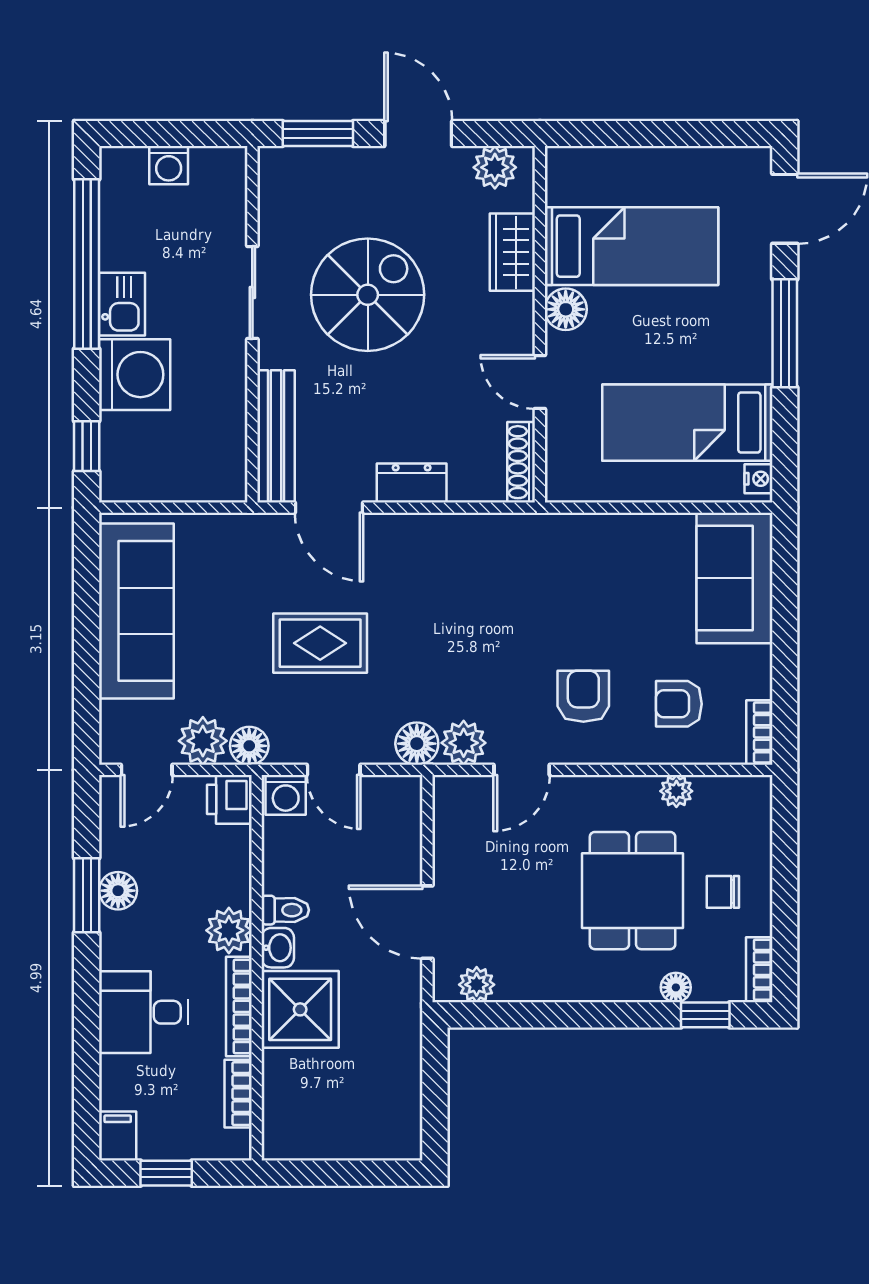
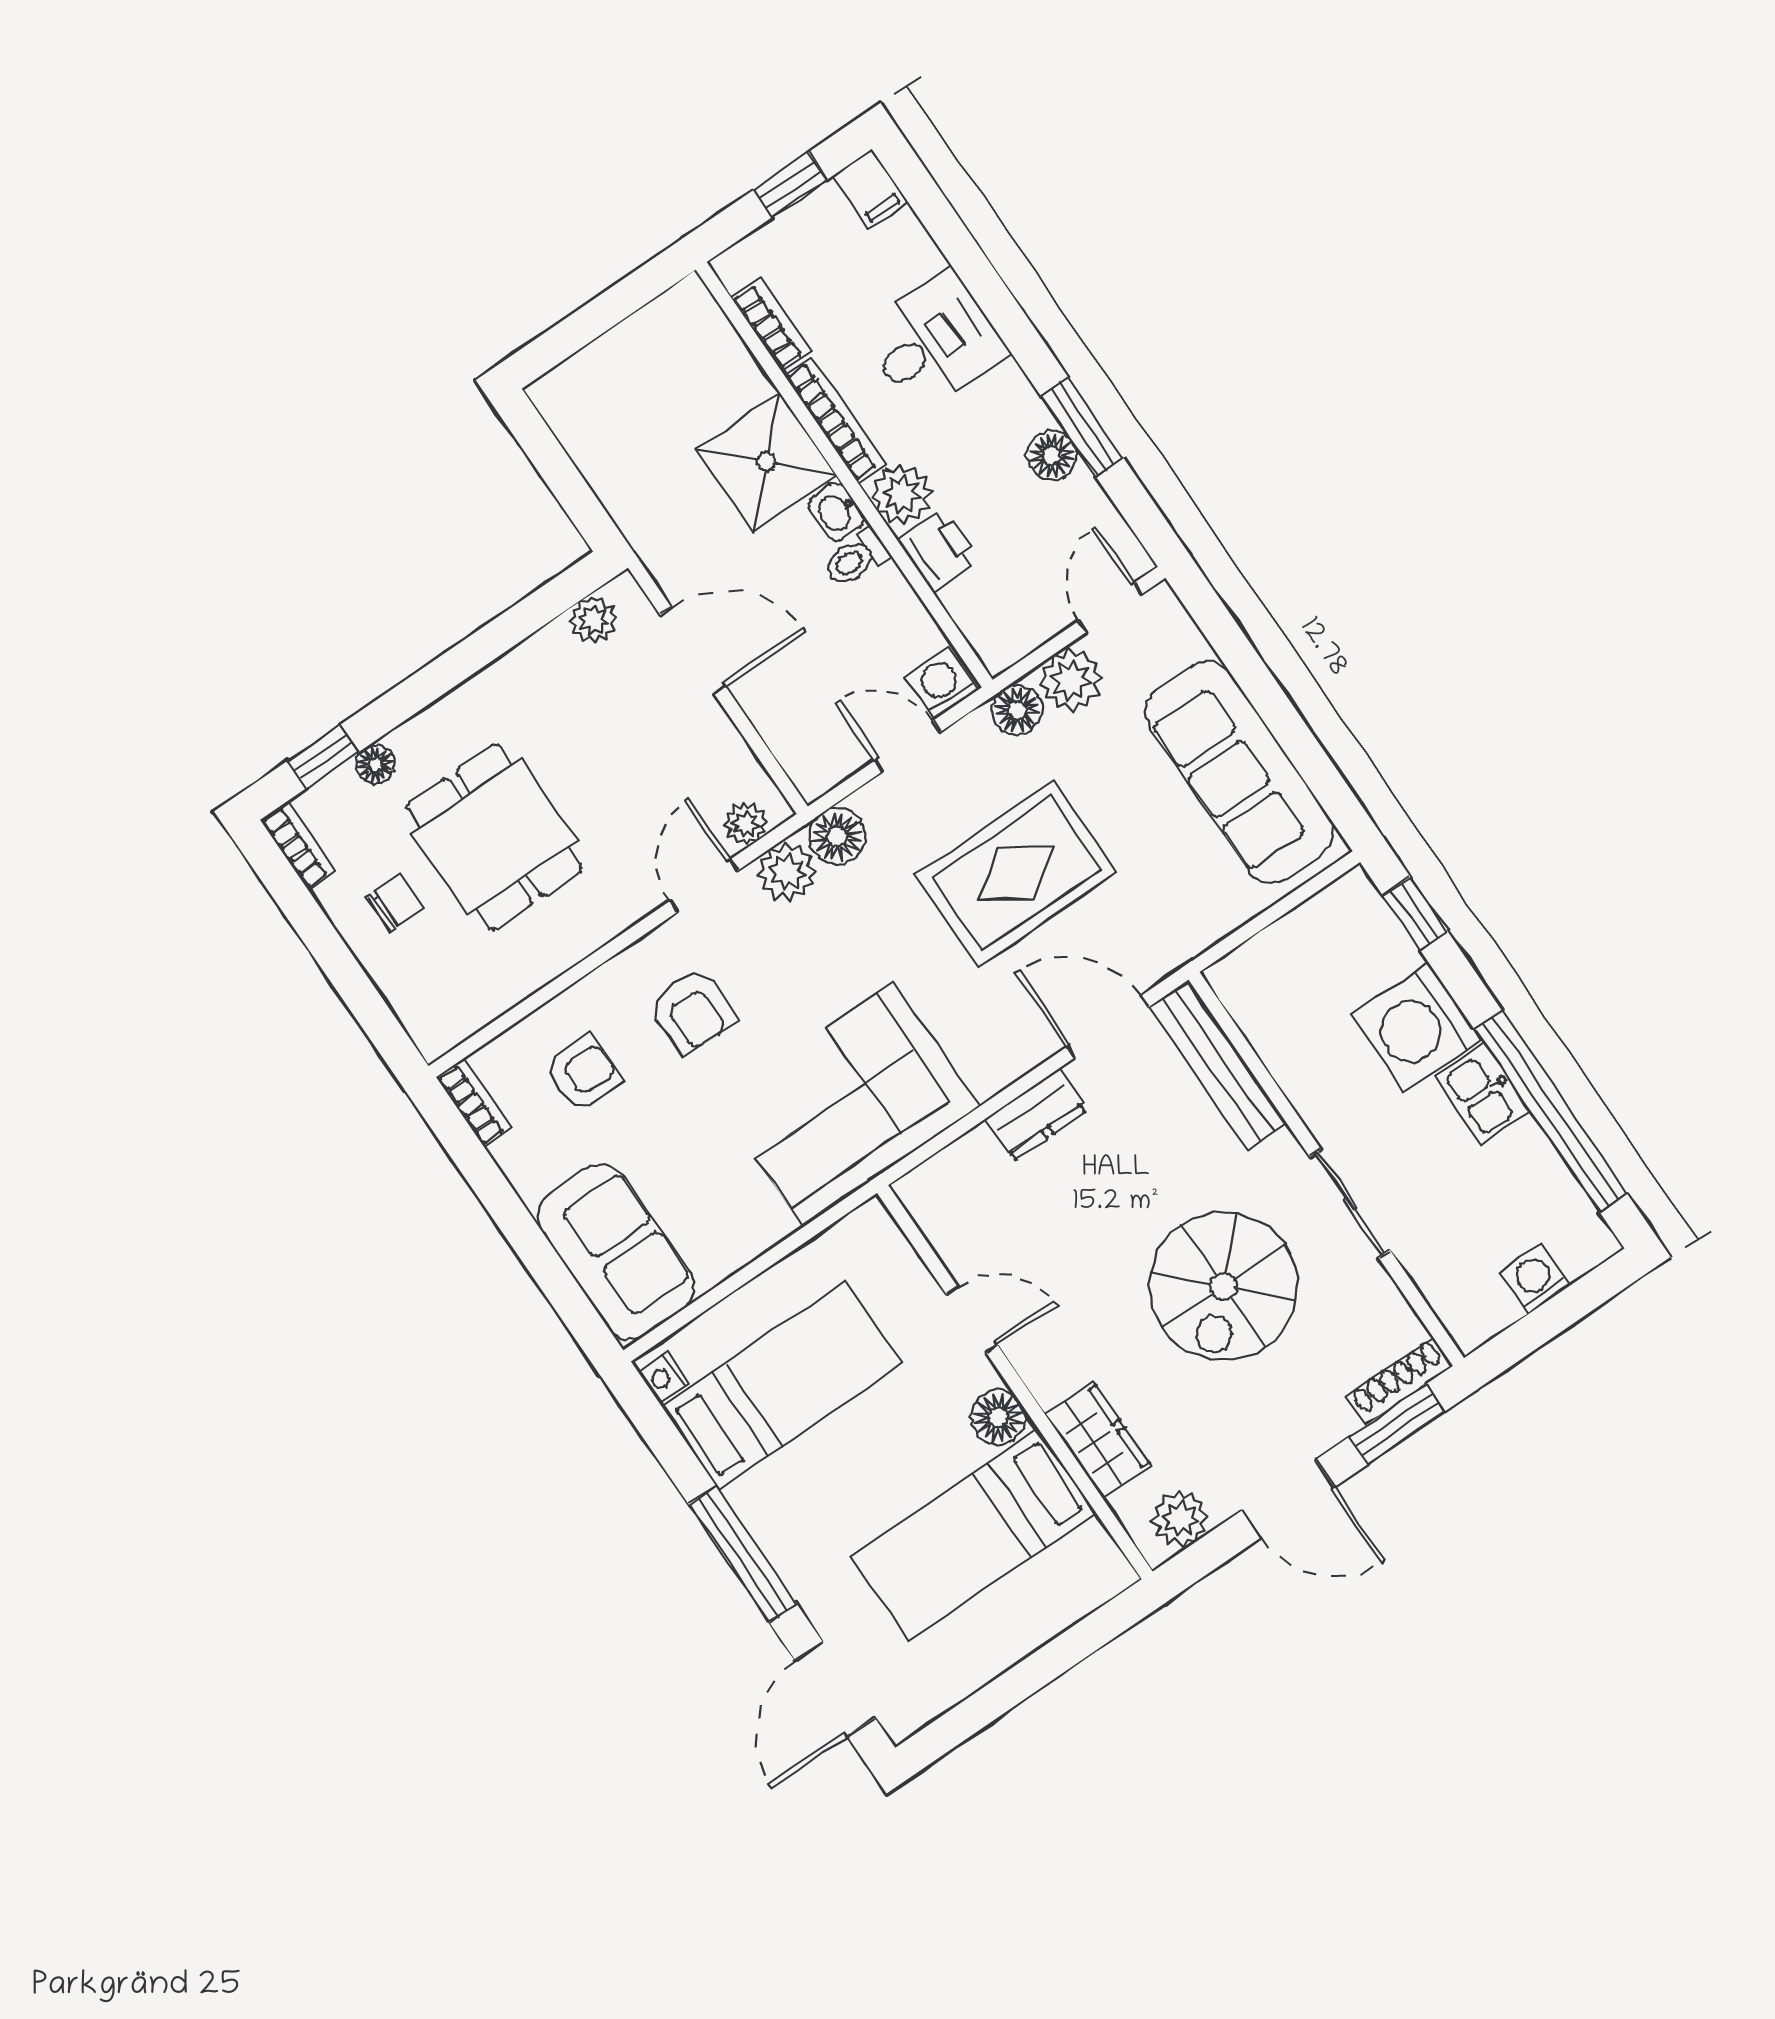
shoe rack: (521, 462) -> (1399, 1381), moved, turned -90
corner sofa: (525, 570) -> (848, 1104), added
rug: (320, 643) -> (1016, 874), width x1.36, depth x1.43
plant: (676, 791) -> (745, 824), moved
printer: (229, 799) -> (939, 550), moved

